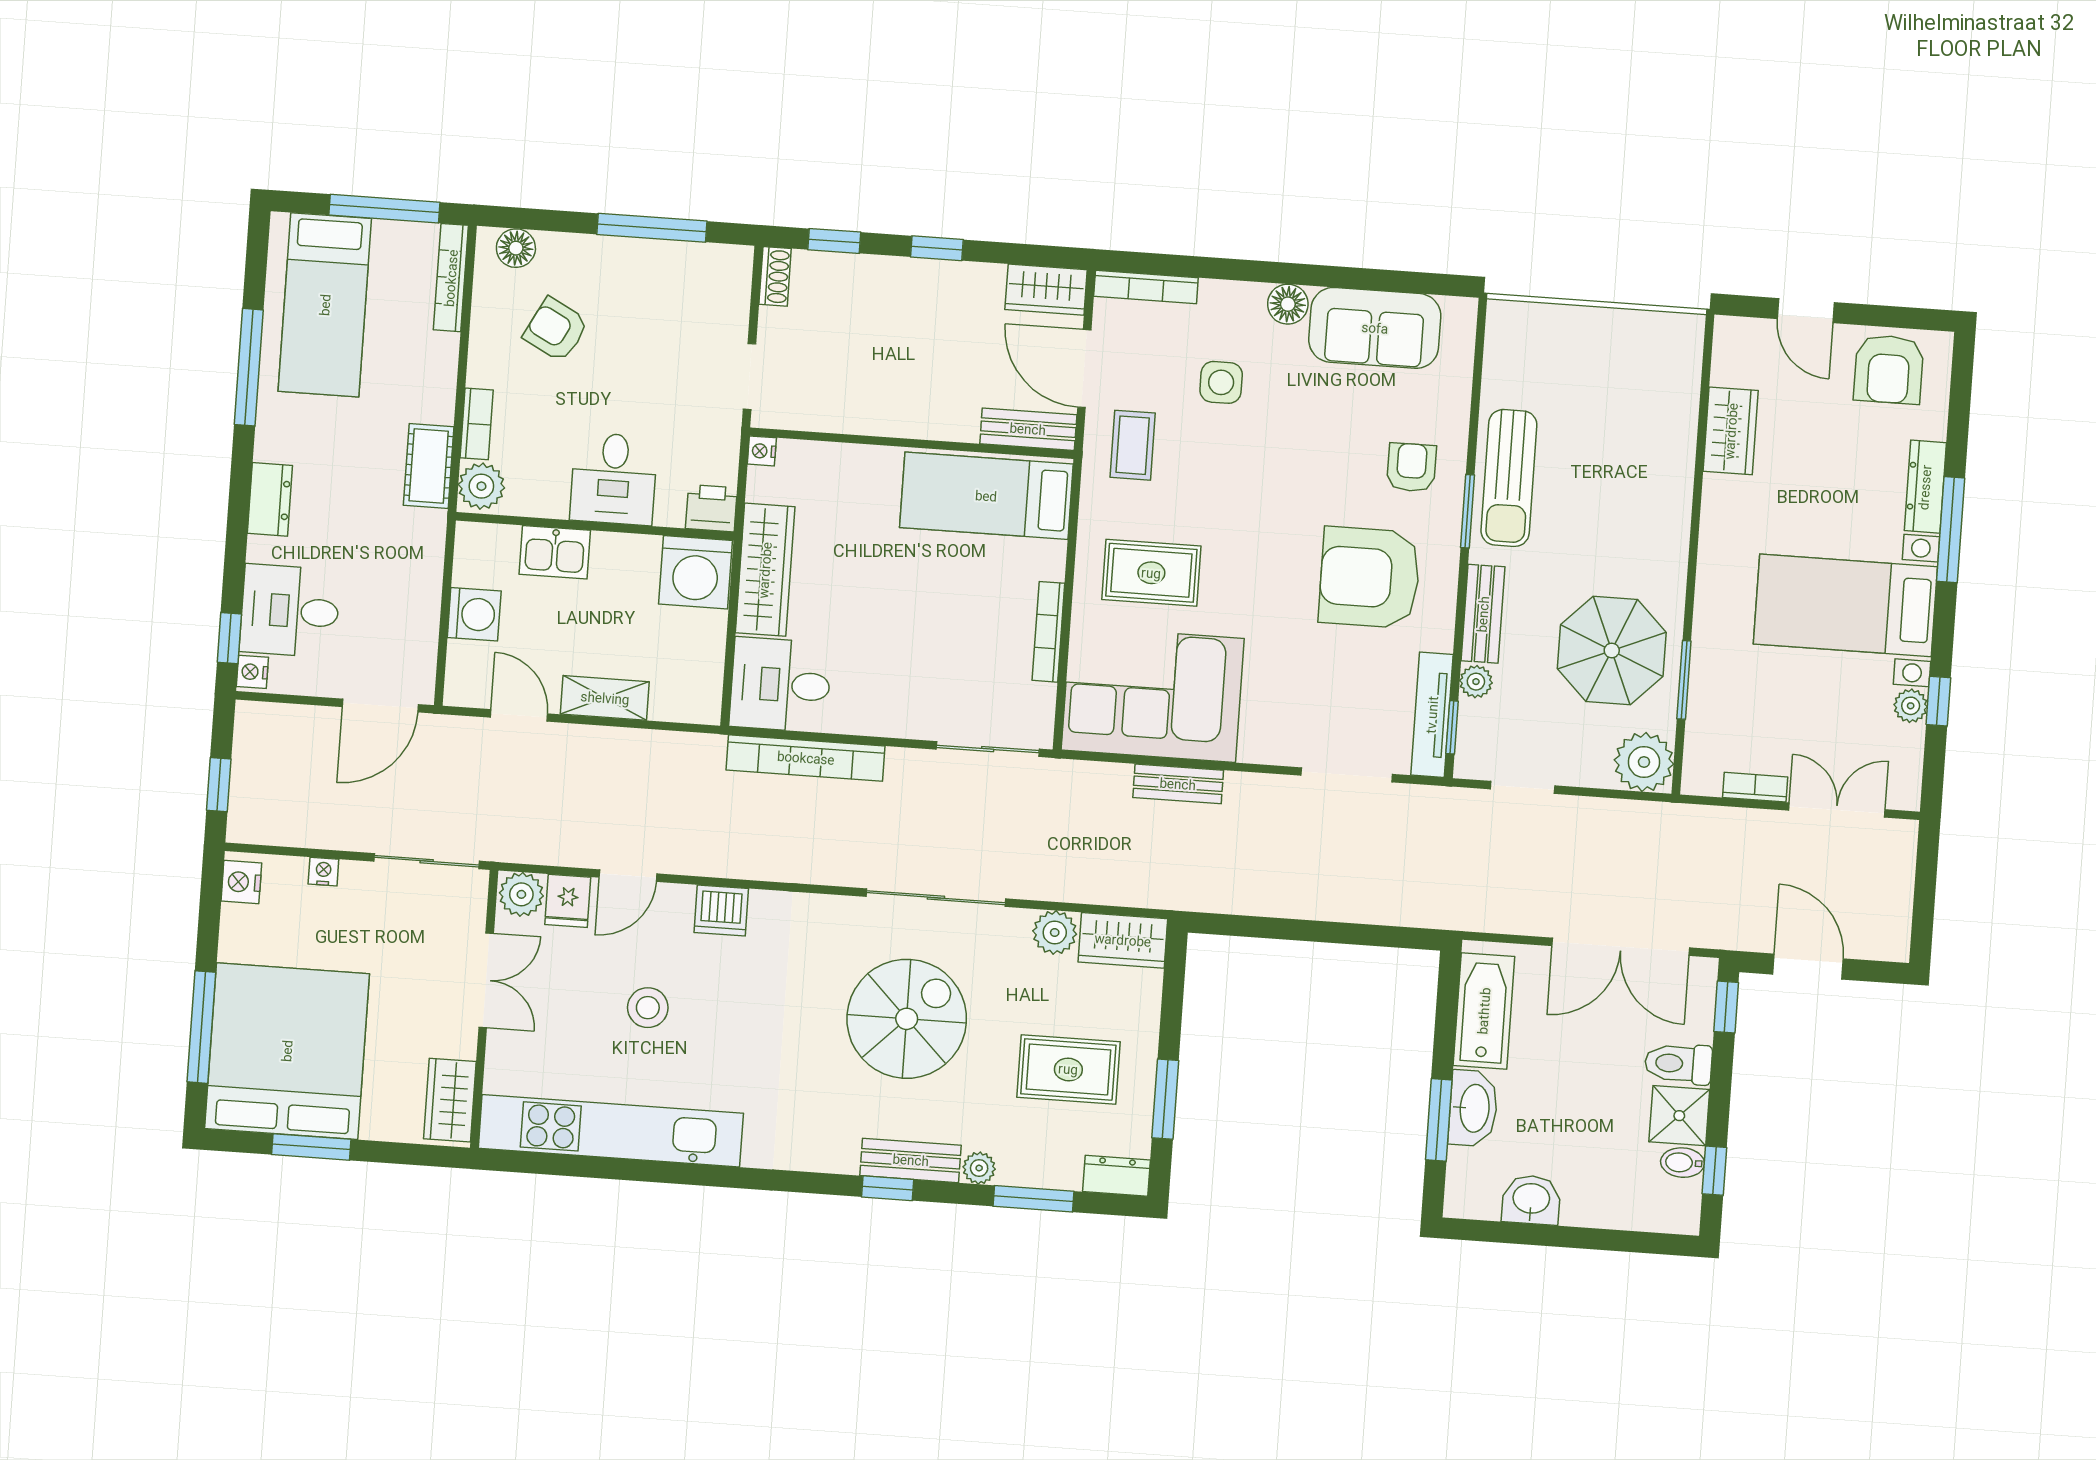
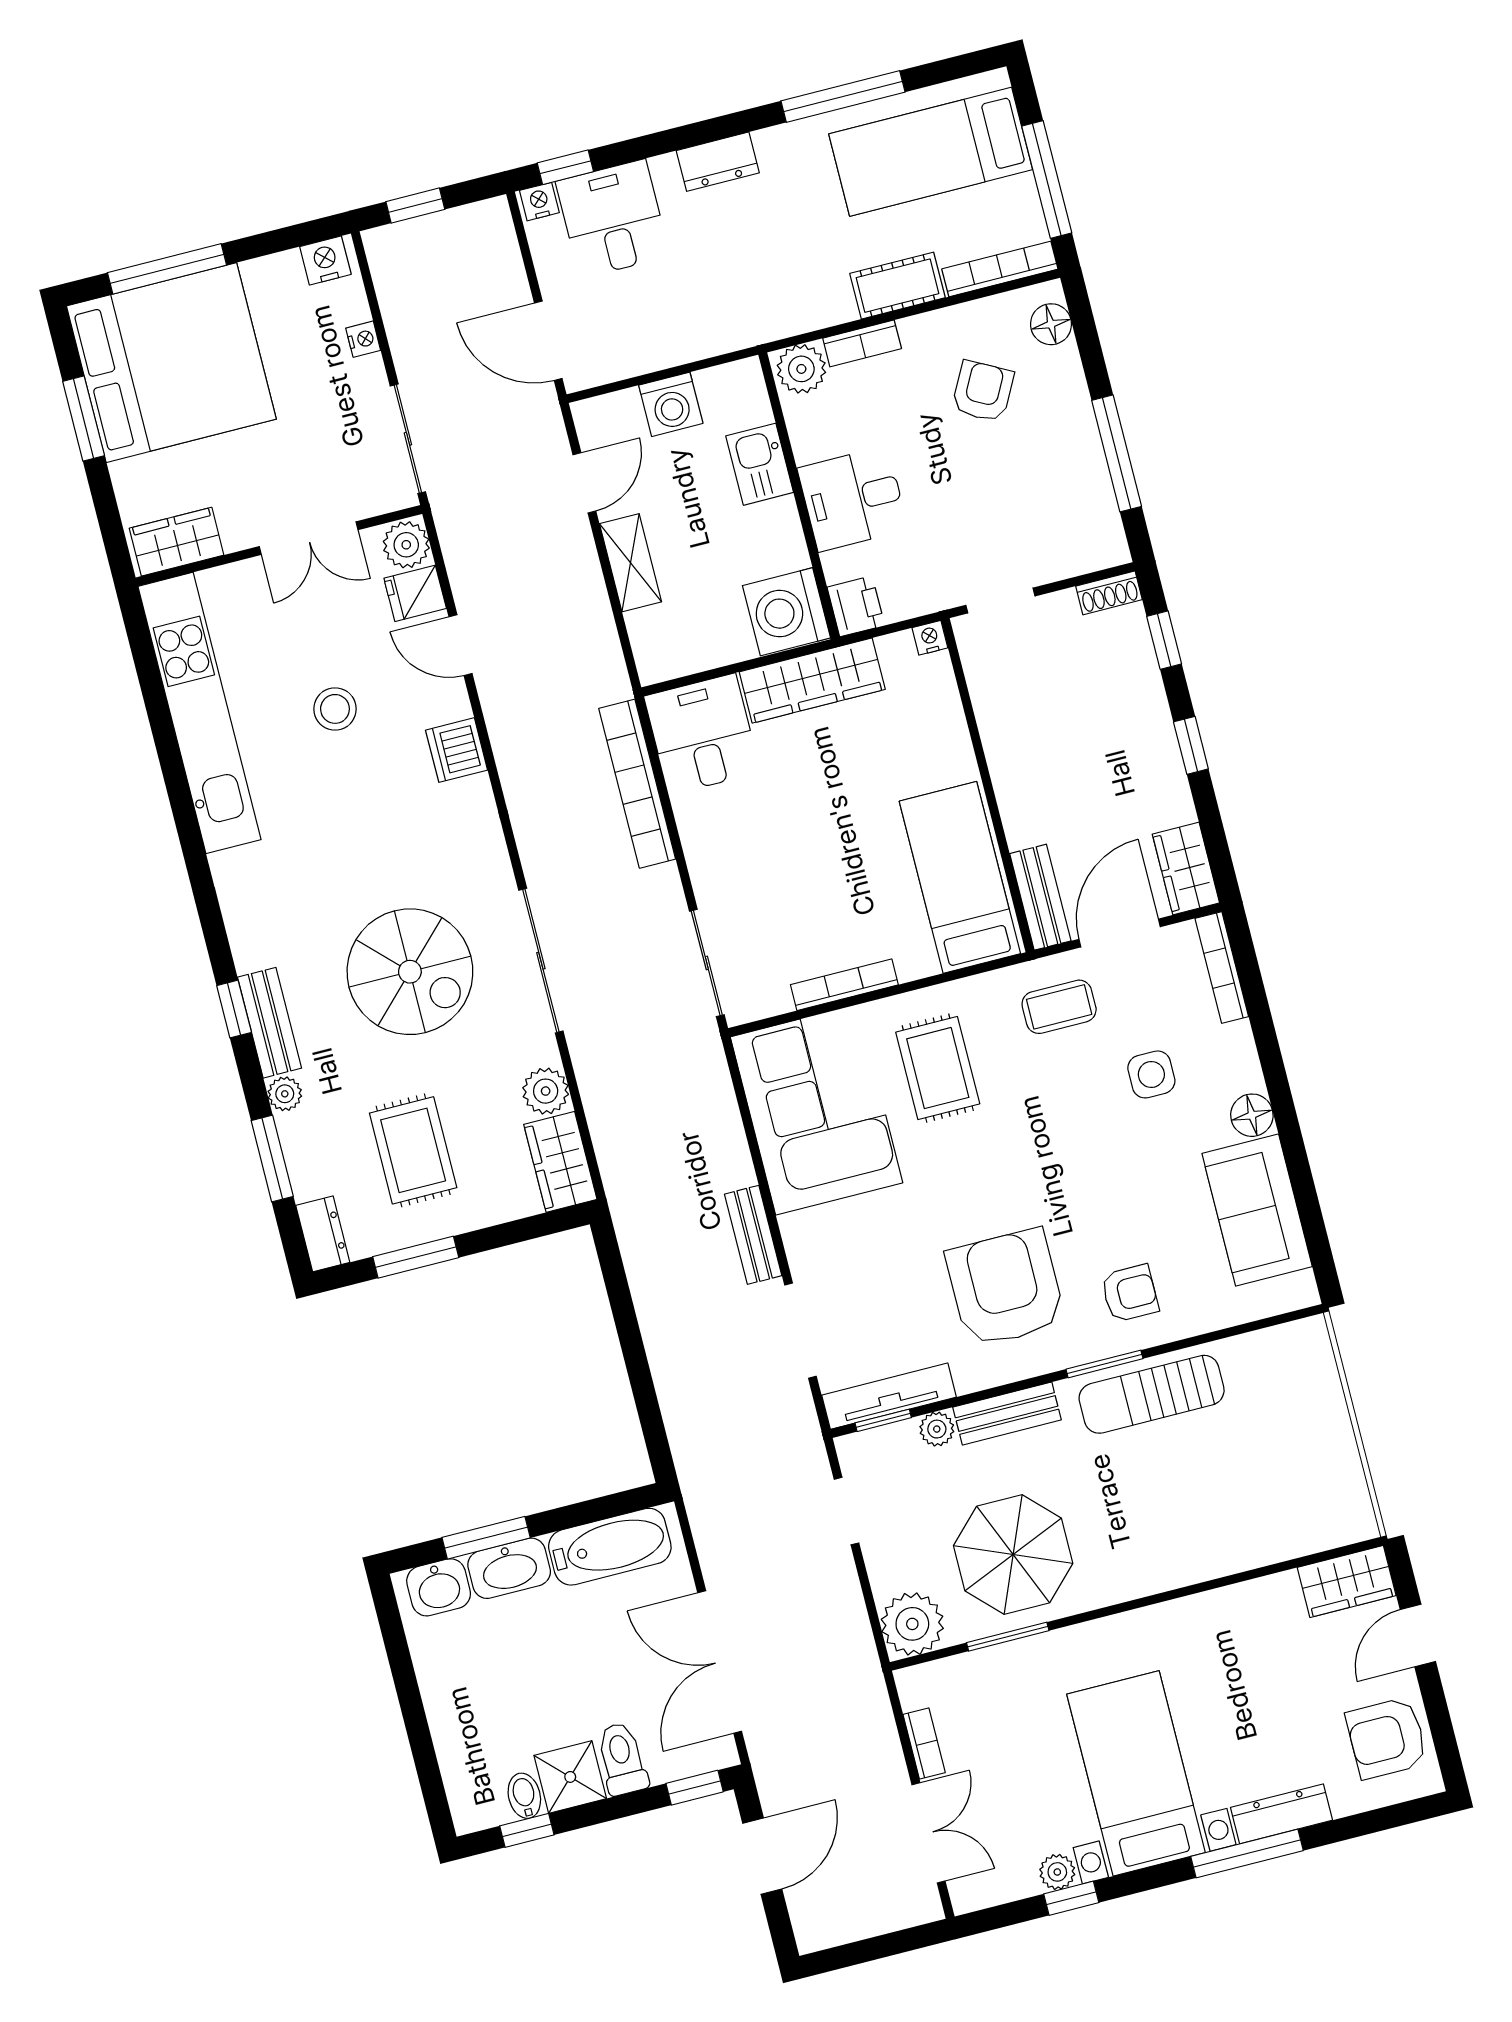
wardrobe: (1731, 431) -> (1347, 1581), moved
cot: (429, 466) -> (898, 286), moved
bench: (1178, 784) -> (753, 1235), moved
washbasin: (1531, 1200) -> (439, 1587), moved, turned 90

